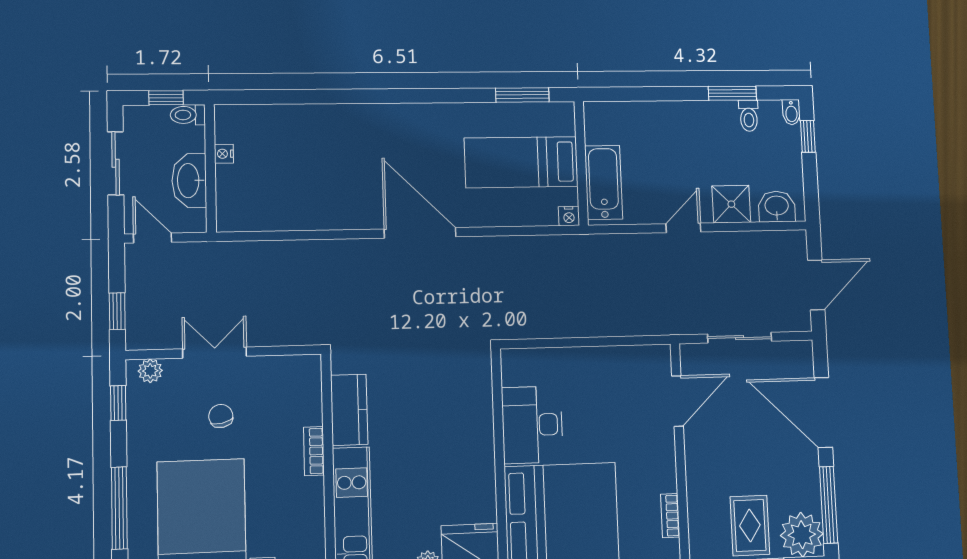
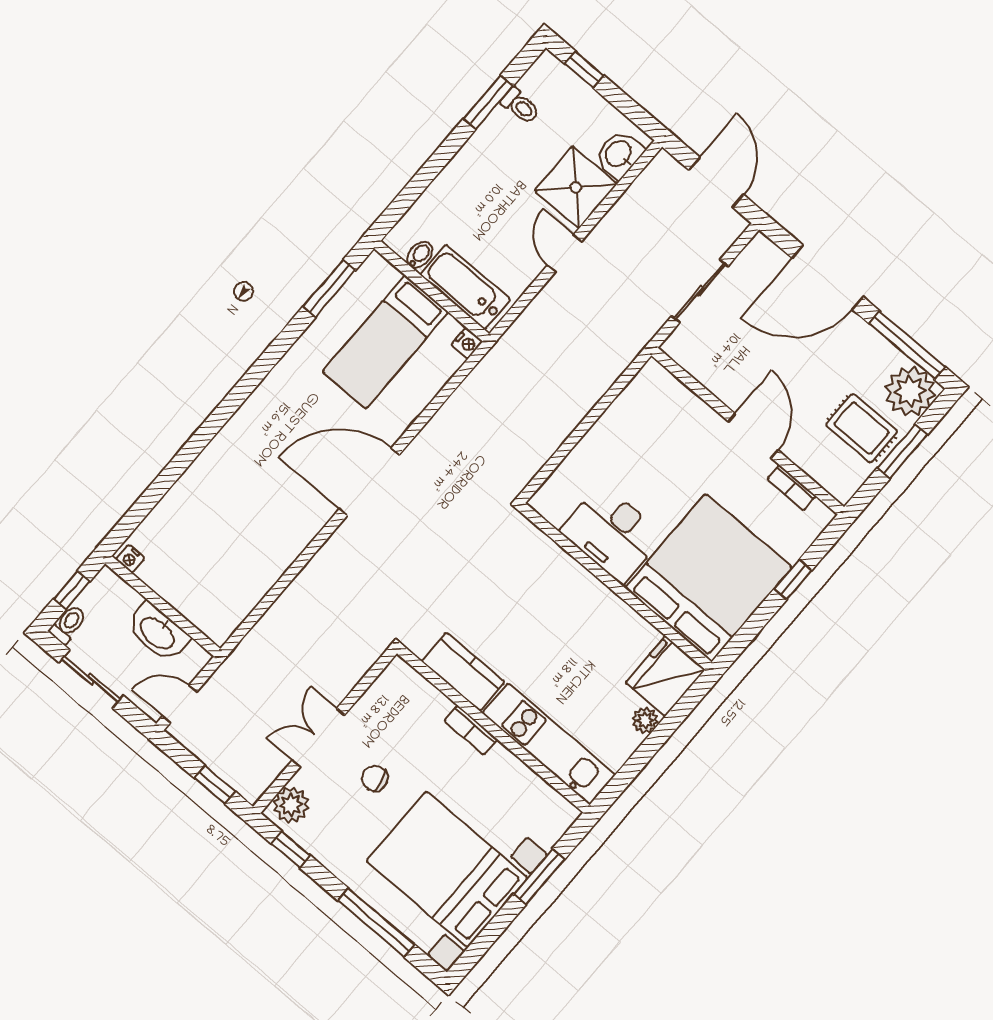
bidet: (791, 112) -> (420, 255), moved, turned -90
toilet: (188, 115) -> (68, 624), moved, turned 180
nightstand: (224, 154) -> (130, 559), moved
shower: (731, 204) -> (576, 187), width x1.36, depth x1.36
plant: (150, 371) -> (291, 805), width x1.38, depth x1.38
door: (678, 401) -> (753, 436), moved

